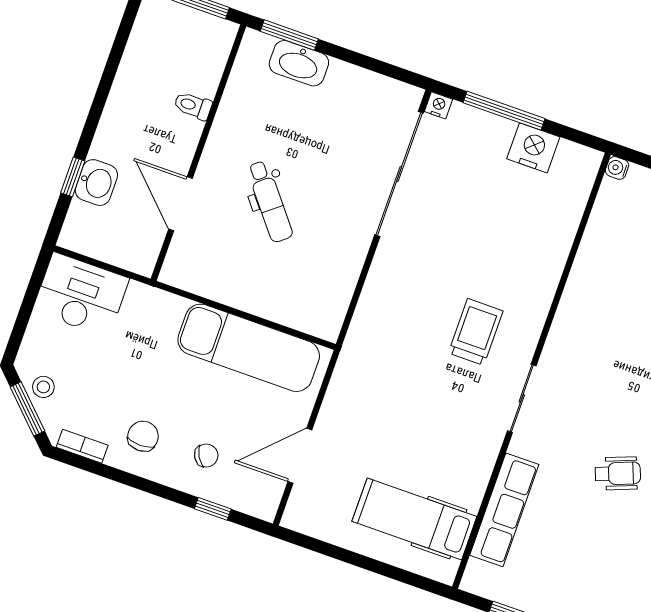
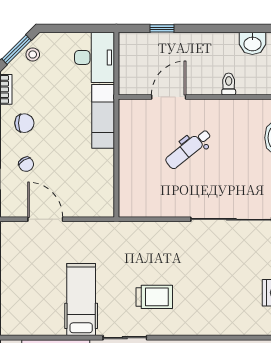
washbasin: (96, 183) -> (252, 43), moved
exam couch: (249, 348) -> (103, 116), moved, width x0.73, depth x0.69
hospital bed: (414, 519) -> (81, 300), moved

